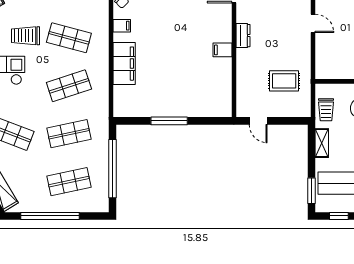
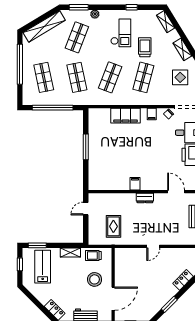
shop shelf: (69, 86) -> (110, 77), turned 39

